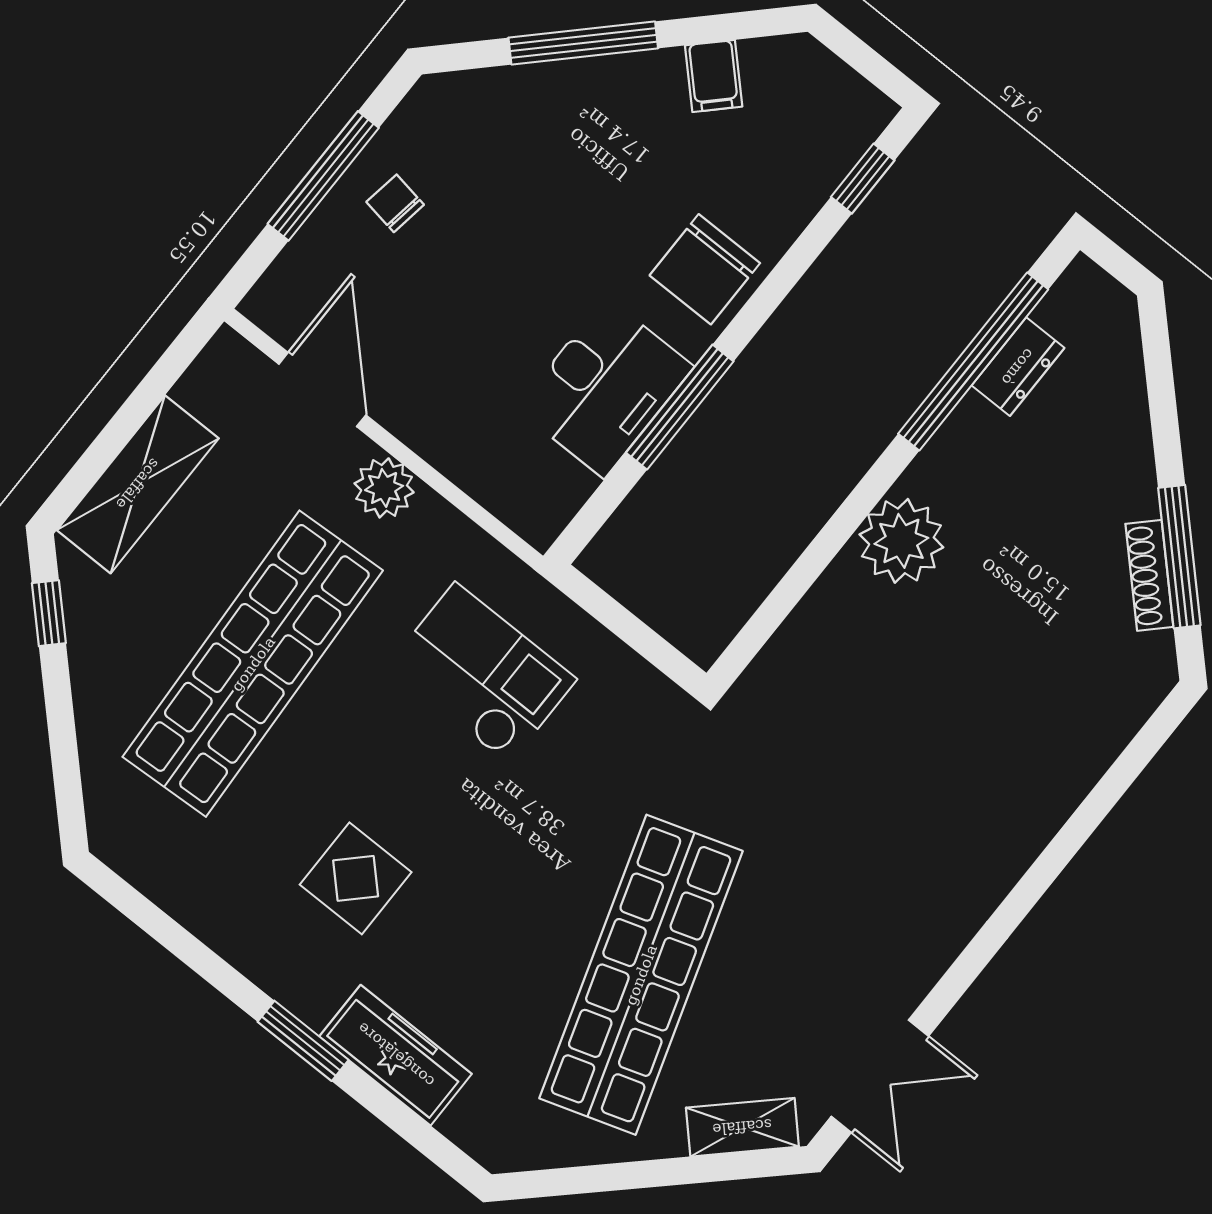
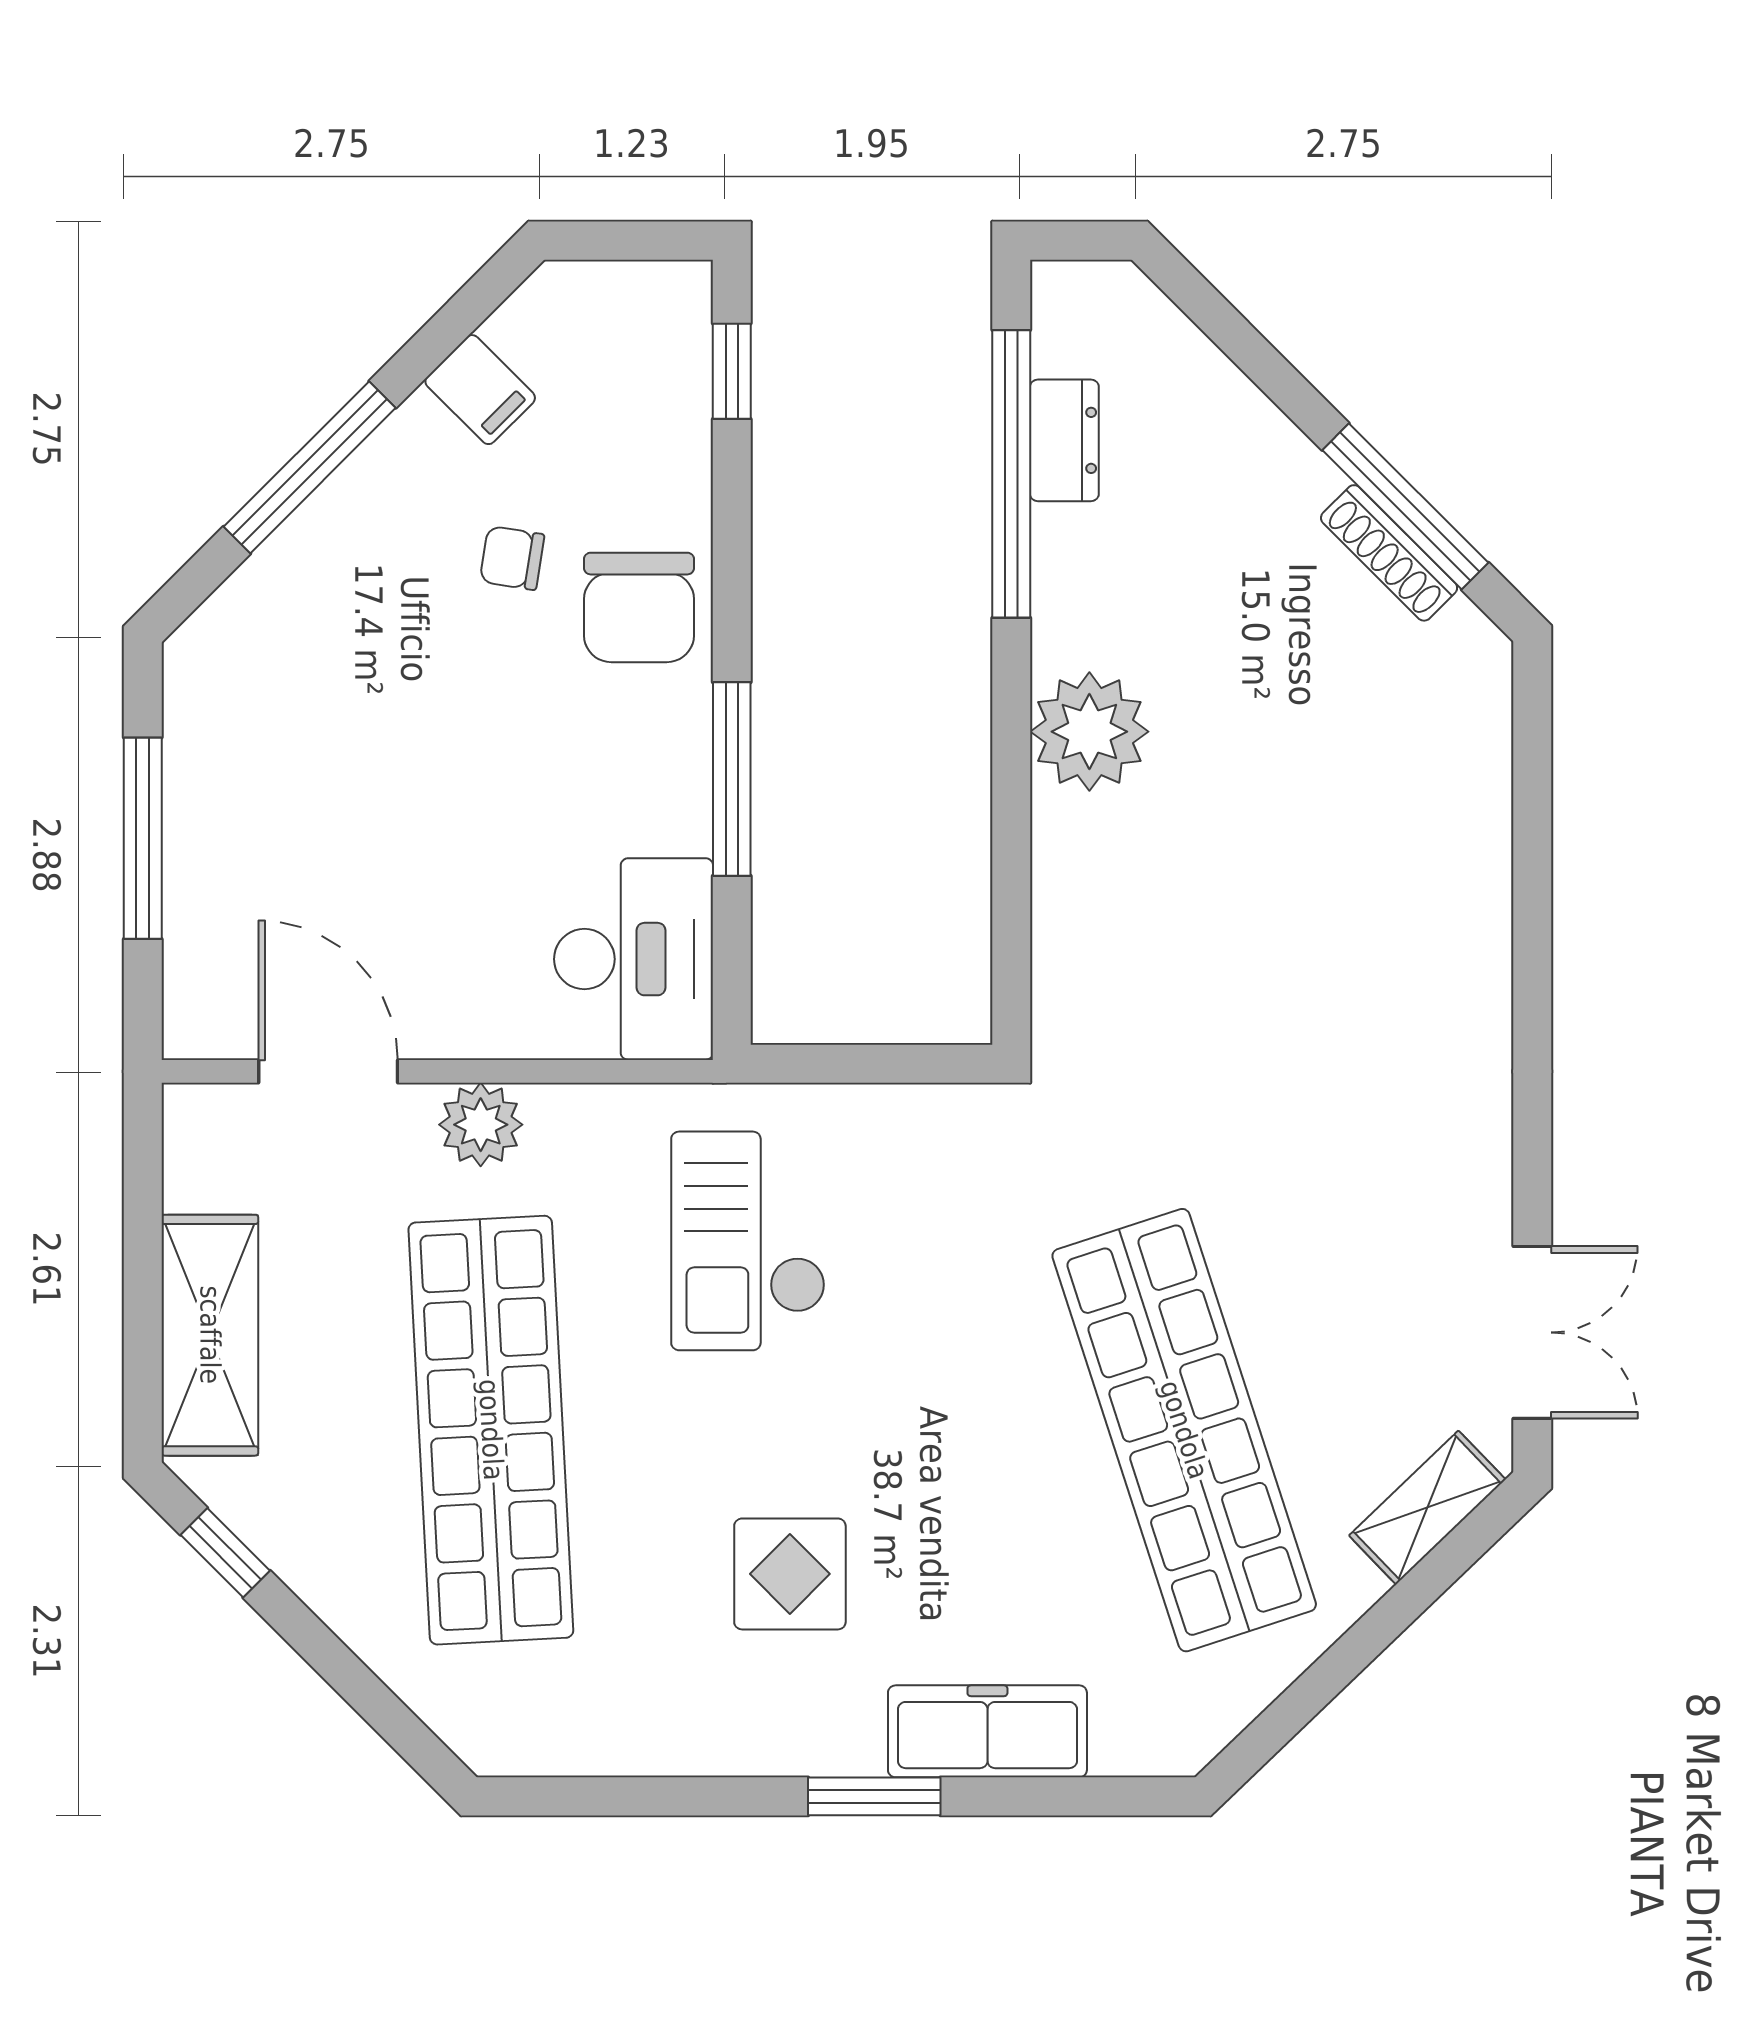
chair: (395, 203) -> (512, 558), moved
desk: (605, 388) -> (634, 959), moved
checkout: (482, 673) -> (748, 1241), turned -90

